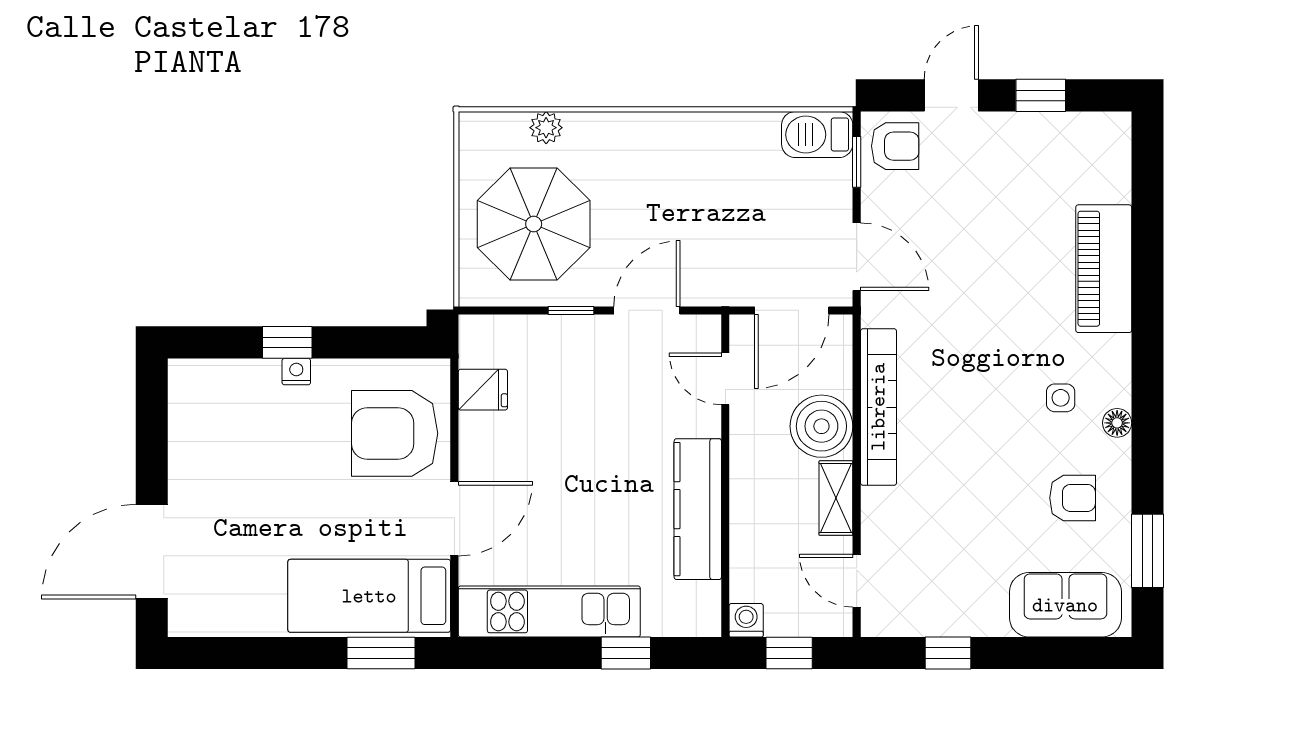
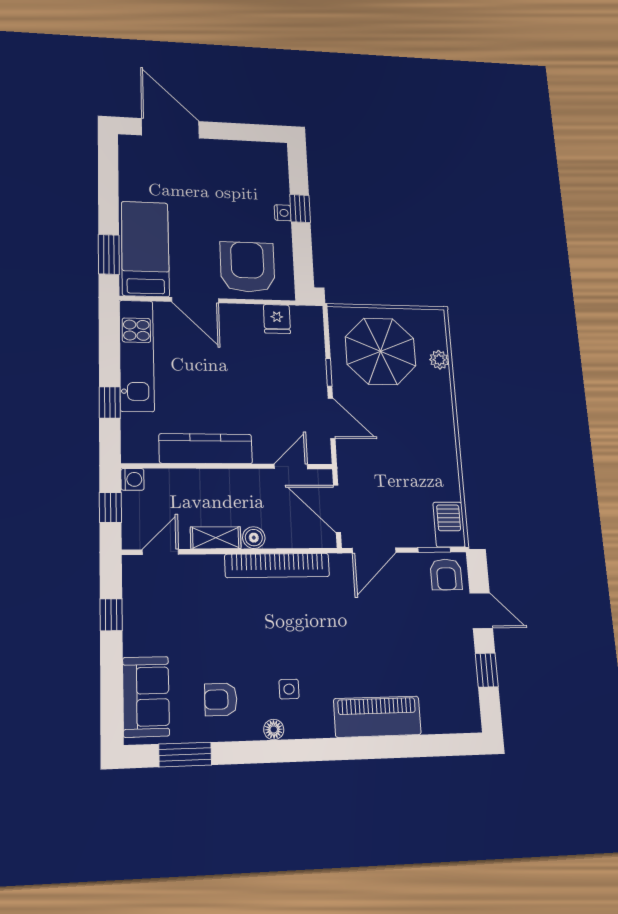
boiler: (821, 426) -> (254, 538), width x0.54, depth x0.54
armchair: (1073, 498) -> (221, 699), turned 90

